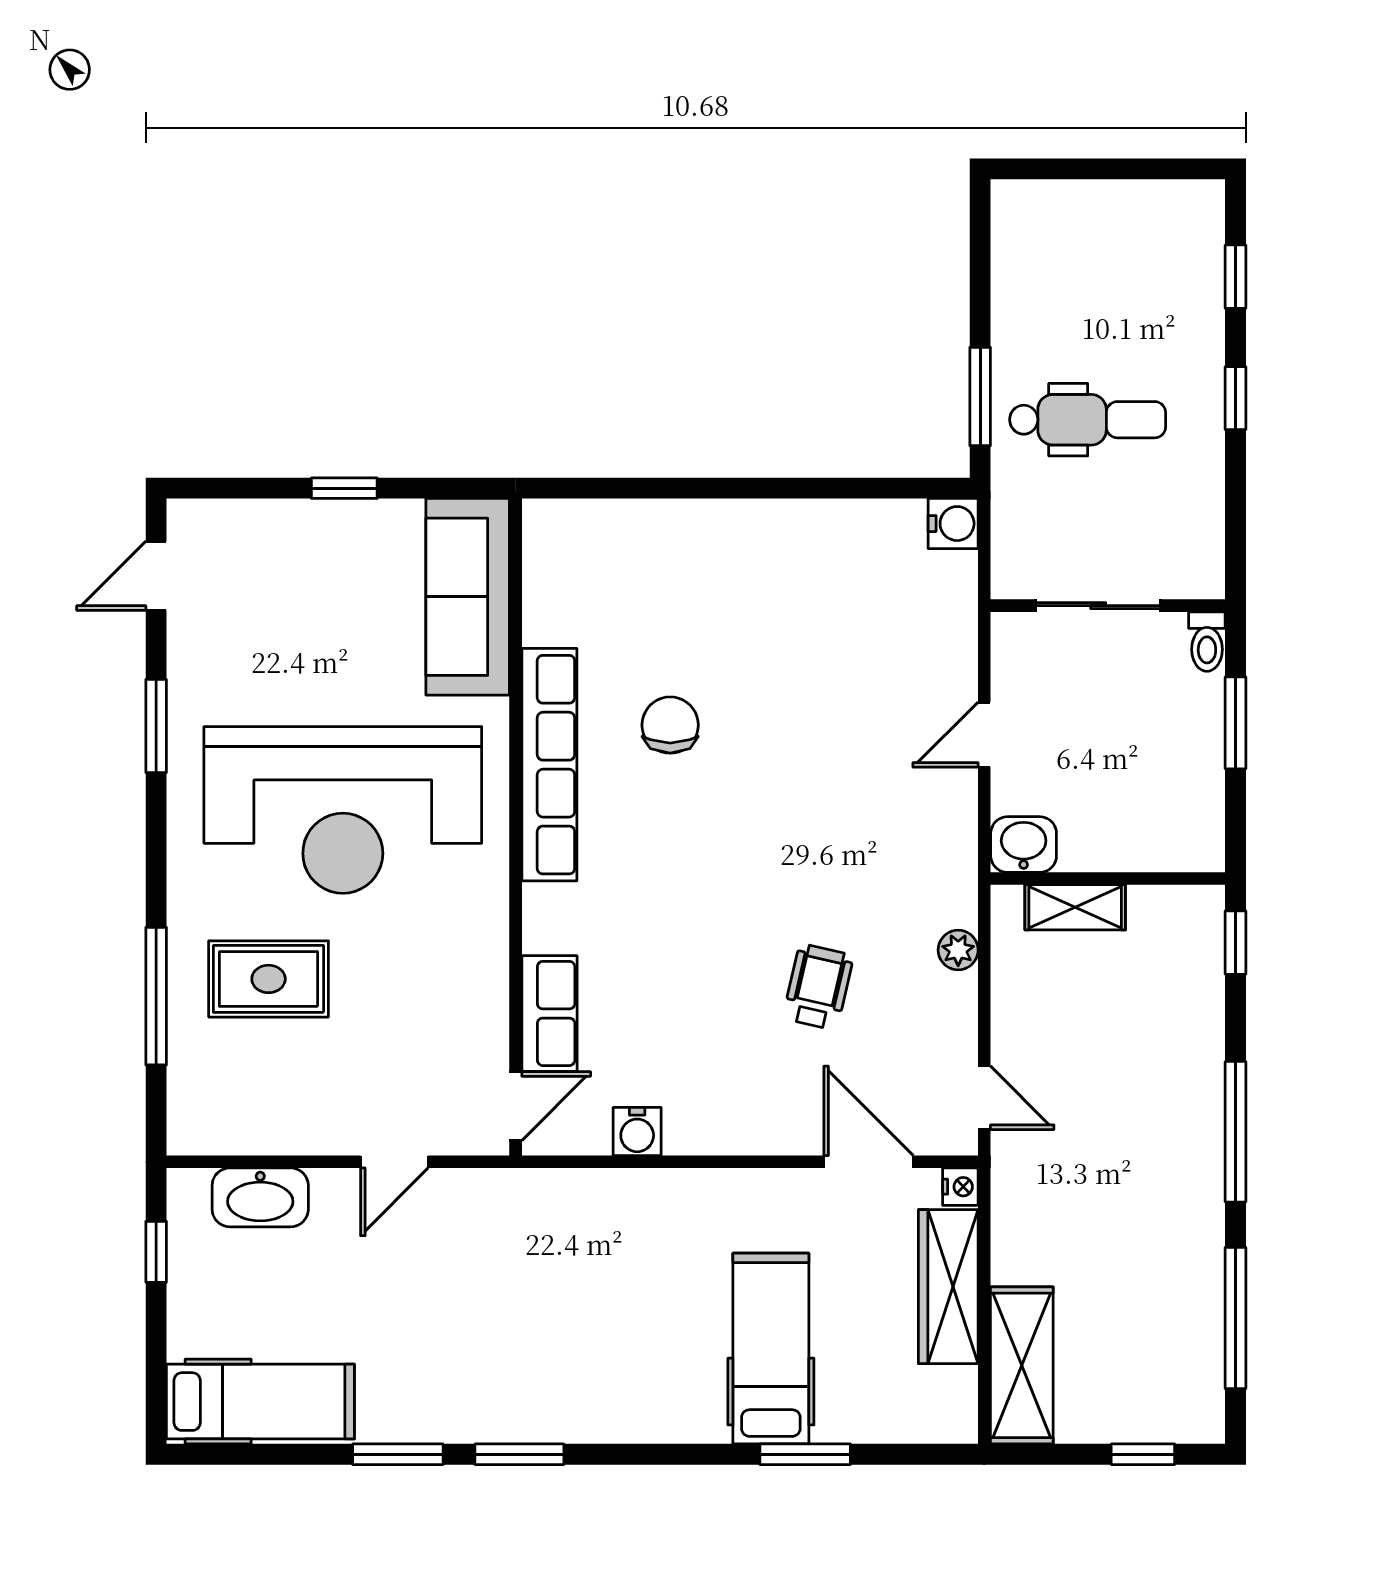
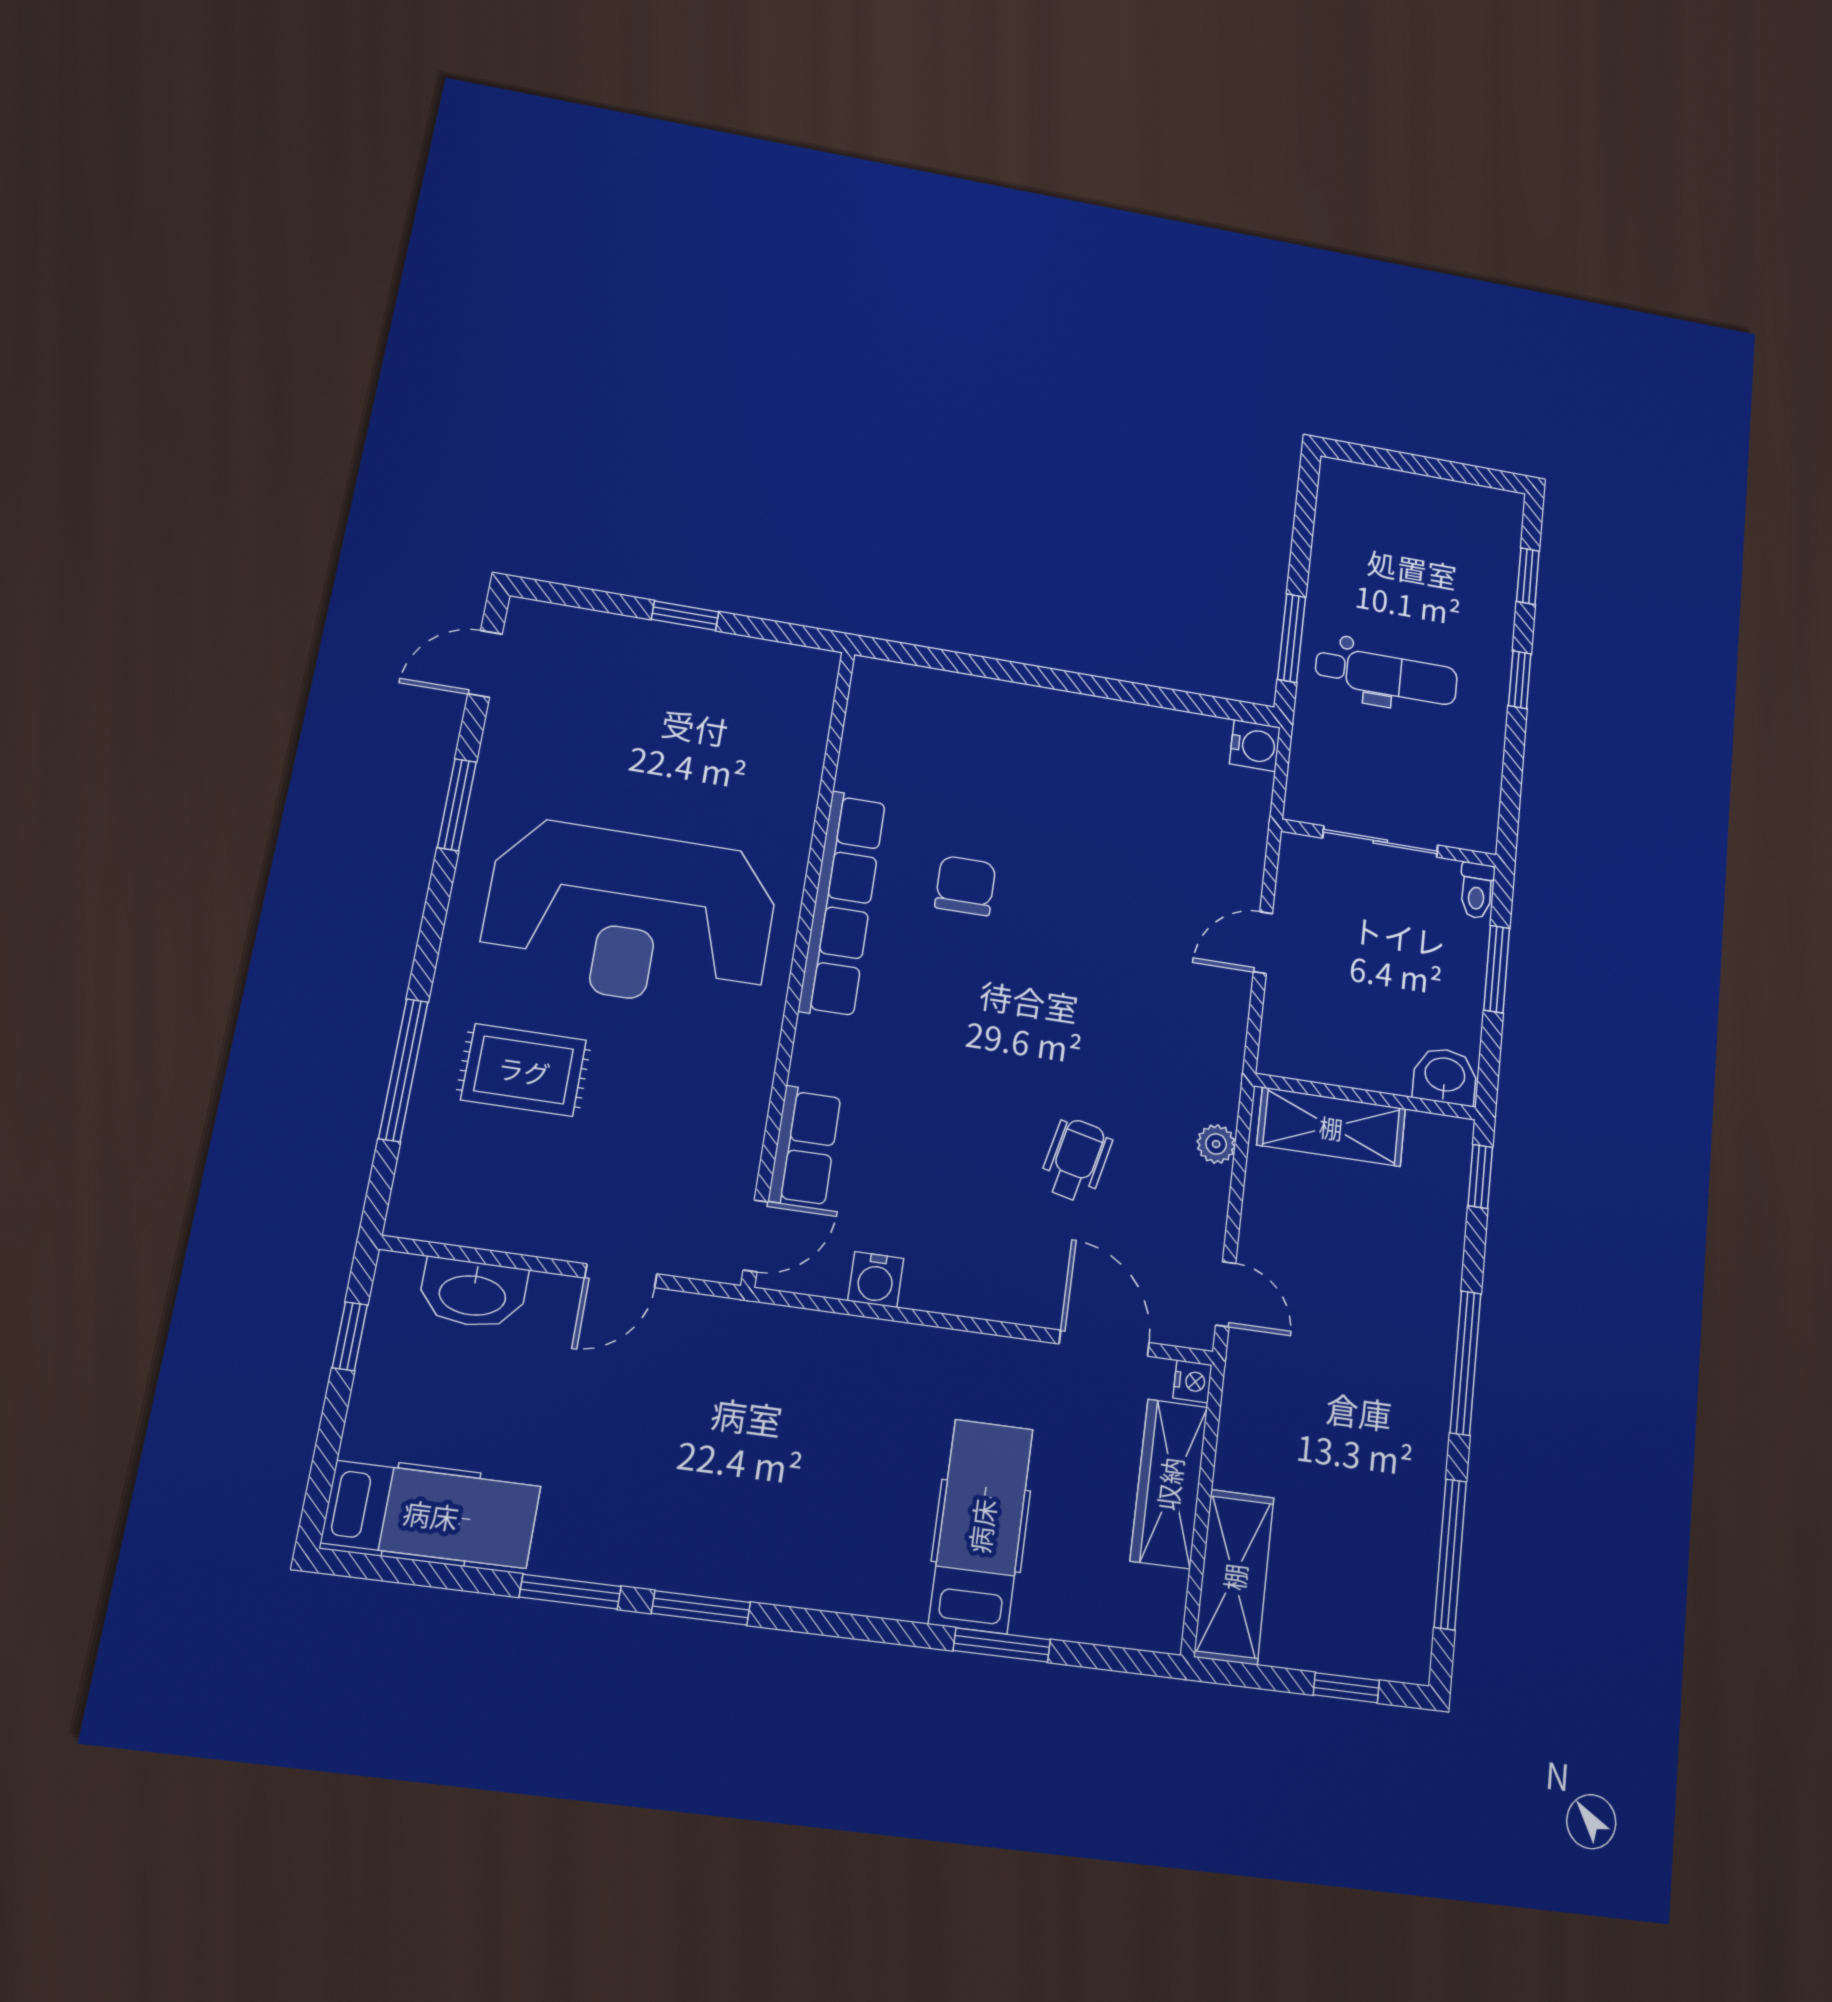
sofa: (468, 597) -> (788, 735), removed
washbasin: (1024, 845) -> (1445, 1076), moved
shelving: (1075, 907) -> (1331, 1127), width x1.50, depth x1.33

